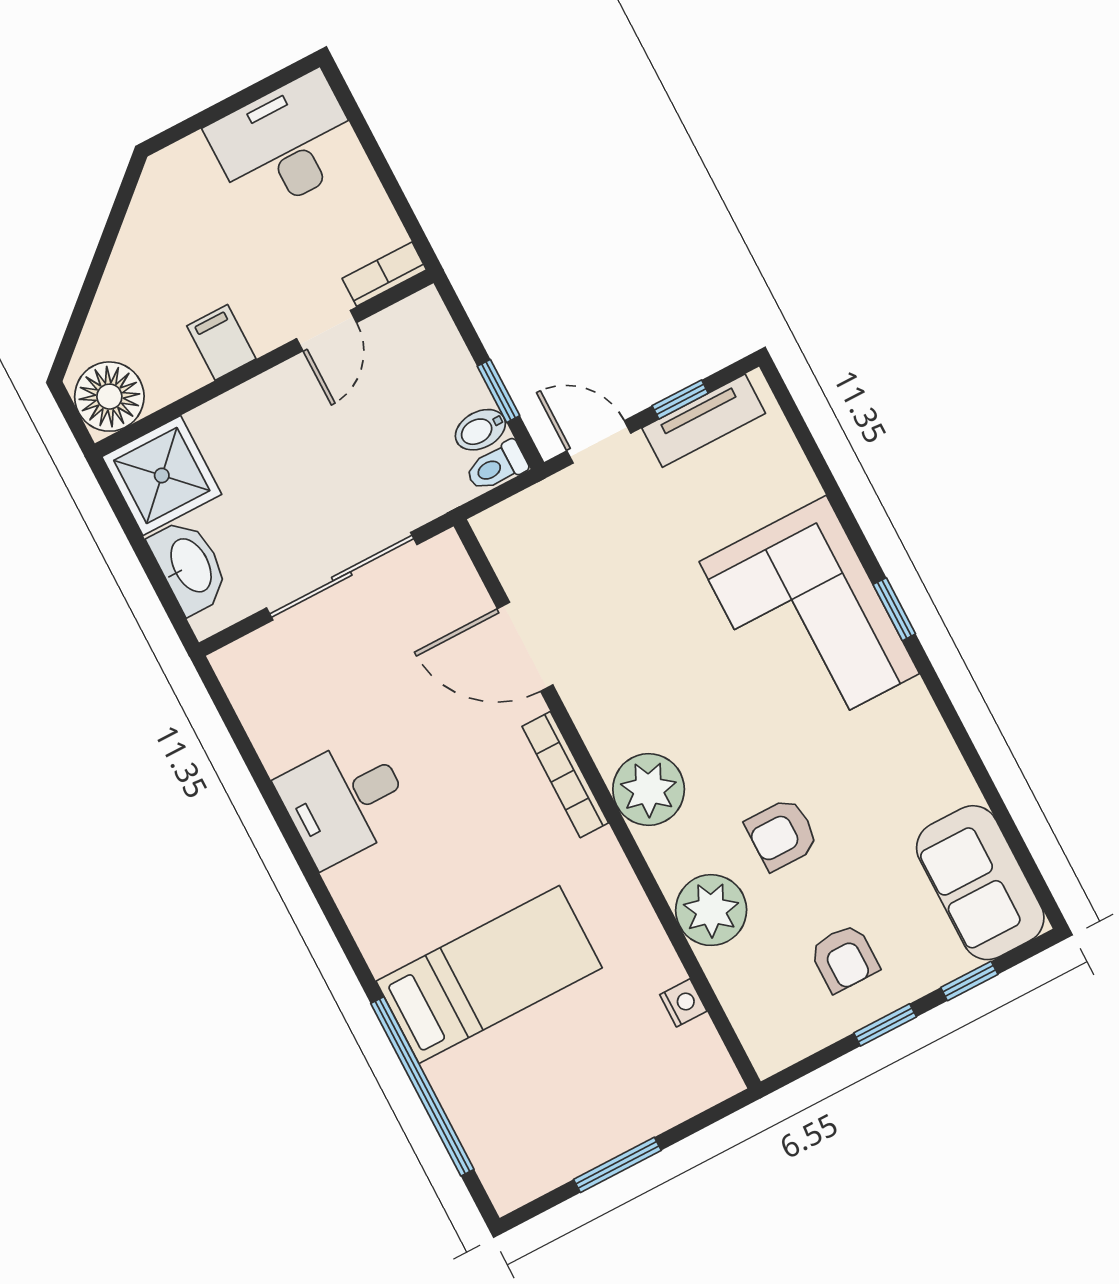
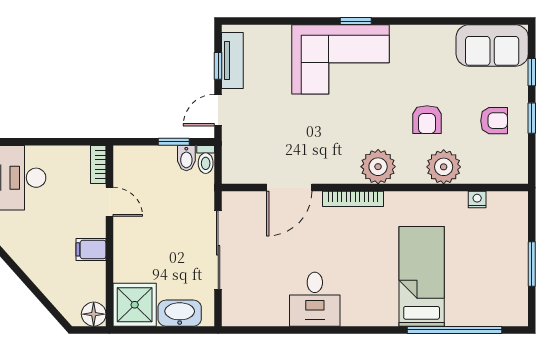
floor lamp: (109, 397) -> (94, 314), width x0.73, depth x0.73

